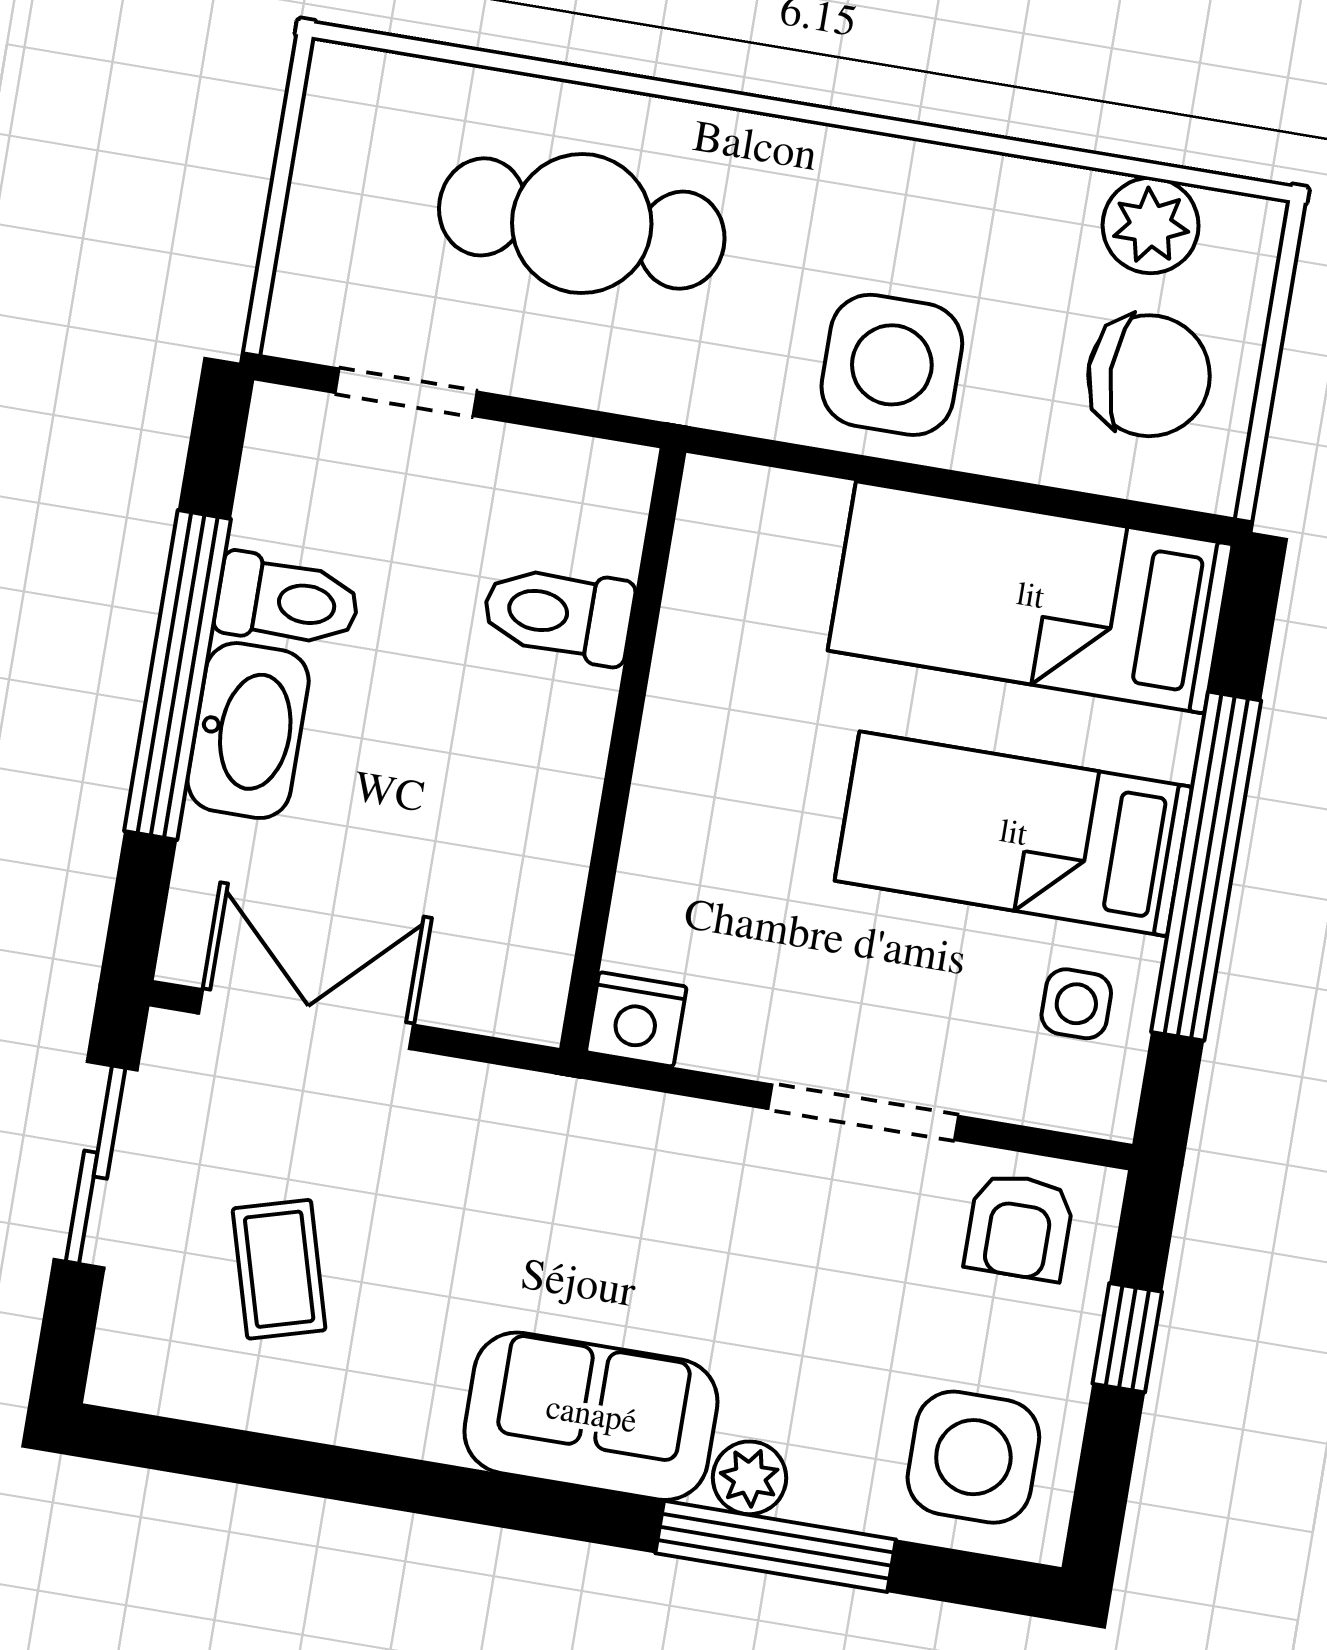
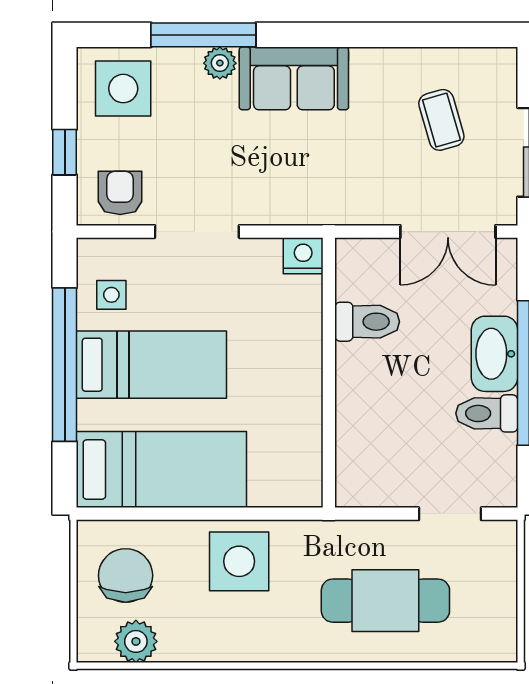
chair: (1149, 376) -> (126, 575), turned 90
toilet: (558, 614) -> (367, 322), moved

